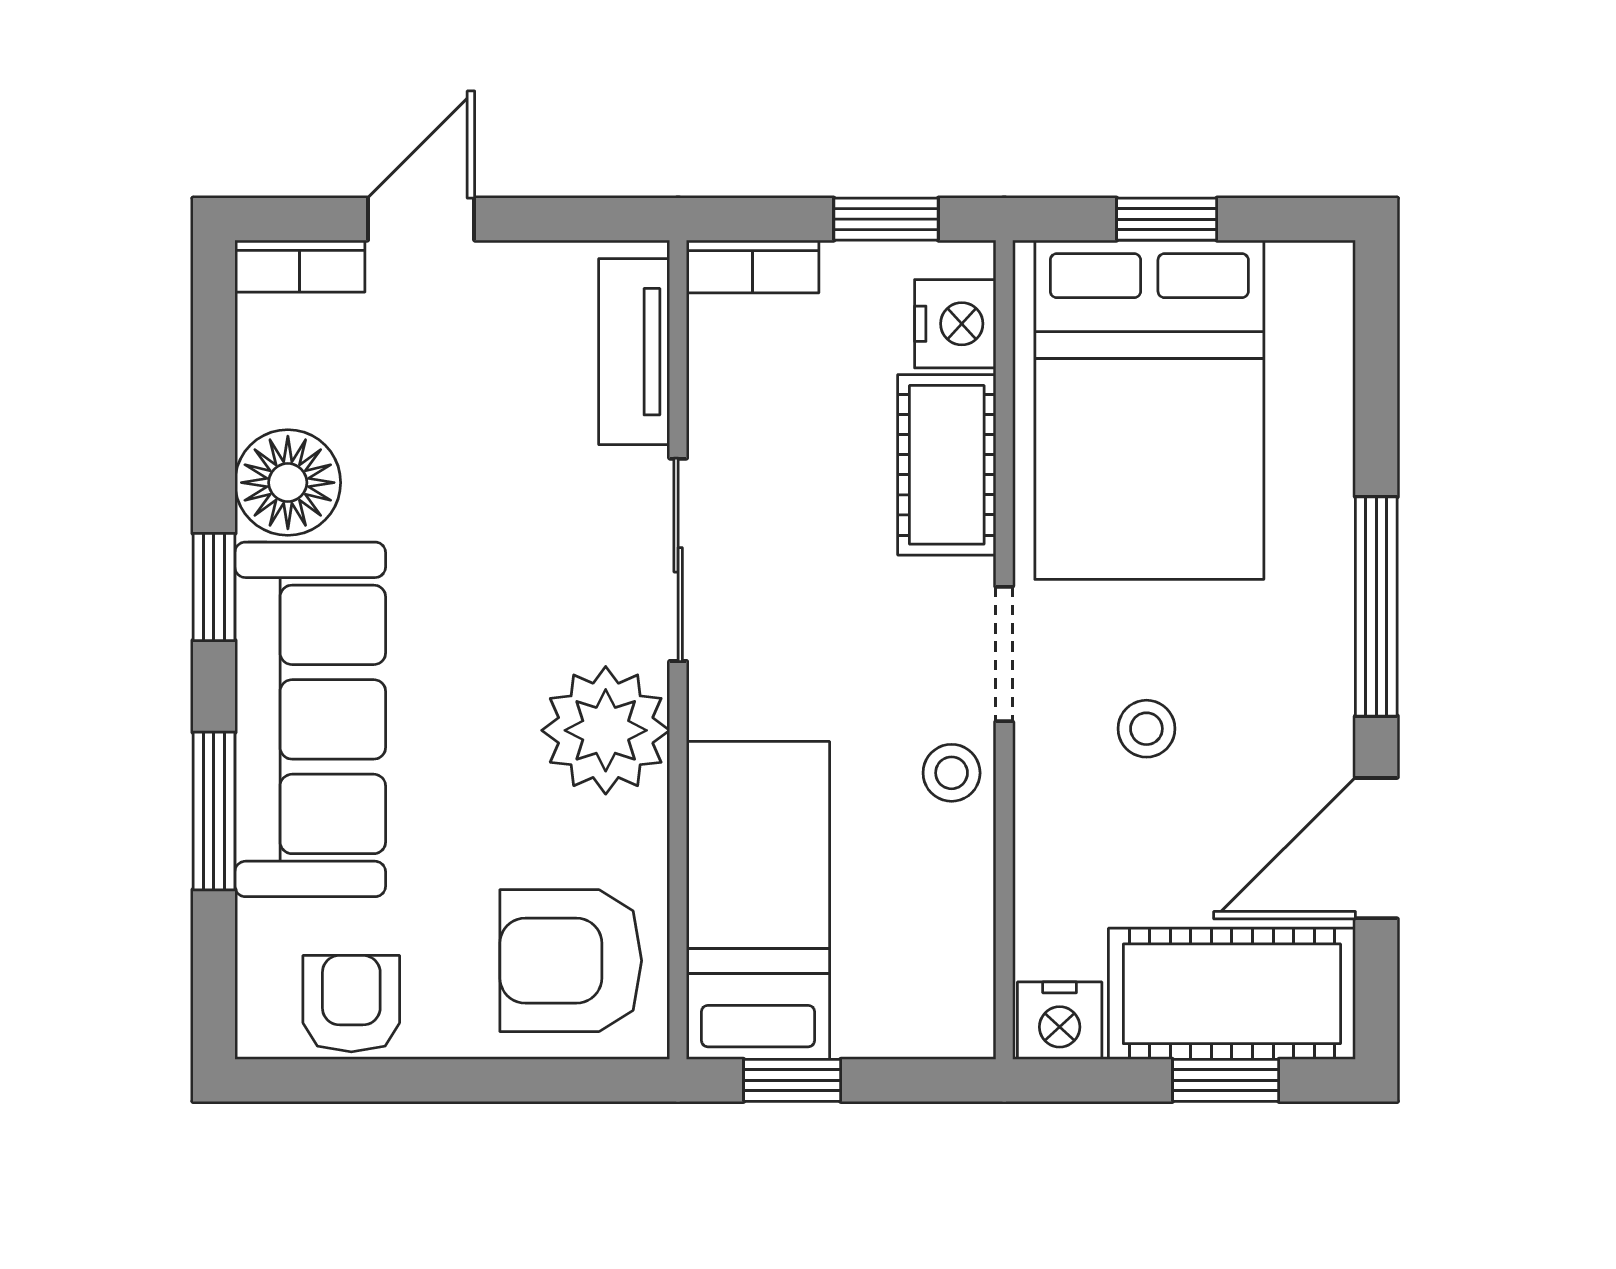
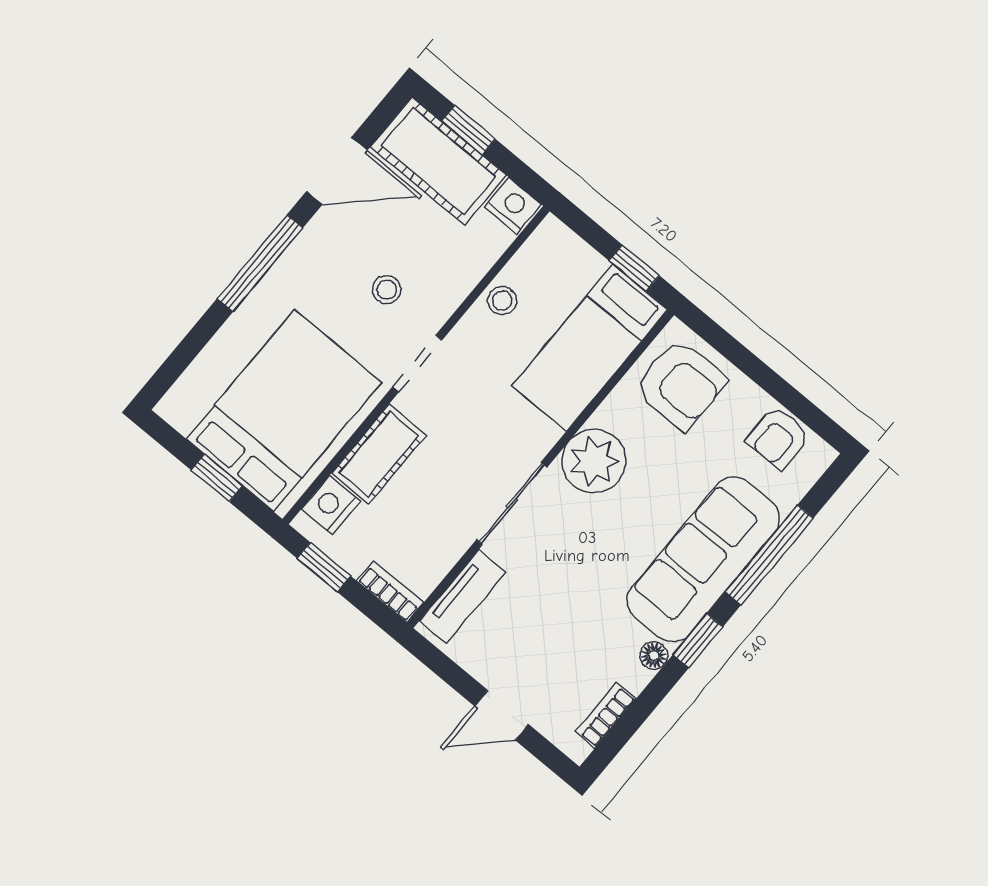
bookcase: (300, 266) -> (605, 715), moved, turned -90
floor lamp: (288, 483) -> (654, 656), width x0.53, depth x0.53
stool: (952, 773) -> (502, 301), moved
window: (214, 811) -> (769, 555), width x1.44

